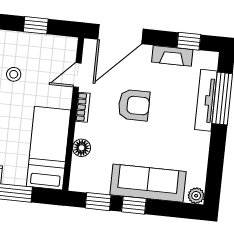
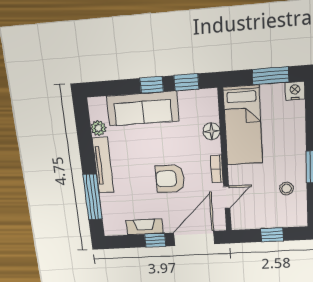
window: (189, 41) -> (155, 240), moved
tv unit: (206, 100) -> (103, 165), moved
plant: (196, 196) -> (98, 128), moved

